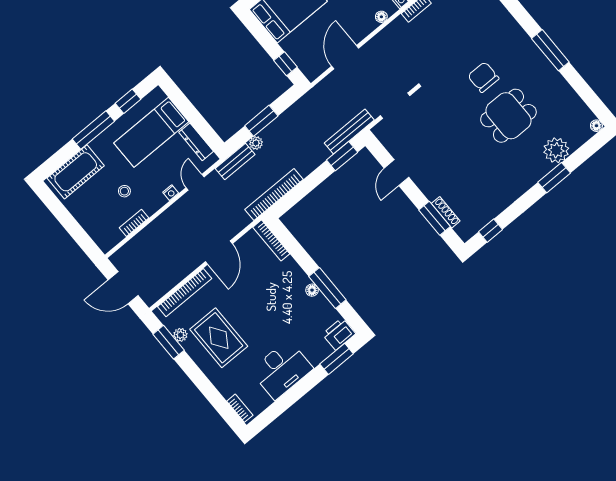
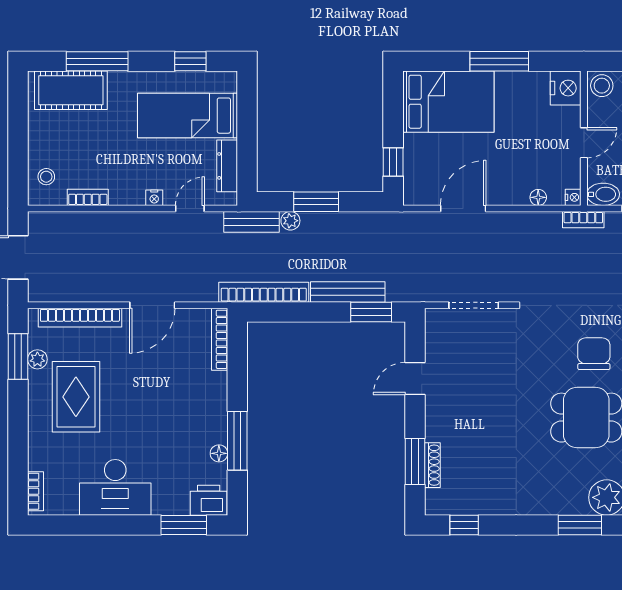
window: (93, 130) -> (97, 61), moved
bench: (349, 131) -> (348, 292), moved
stool: (124, 191) -> (46, 177), moved
floor lamp: (312, 290) -> (219, 453), moved

